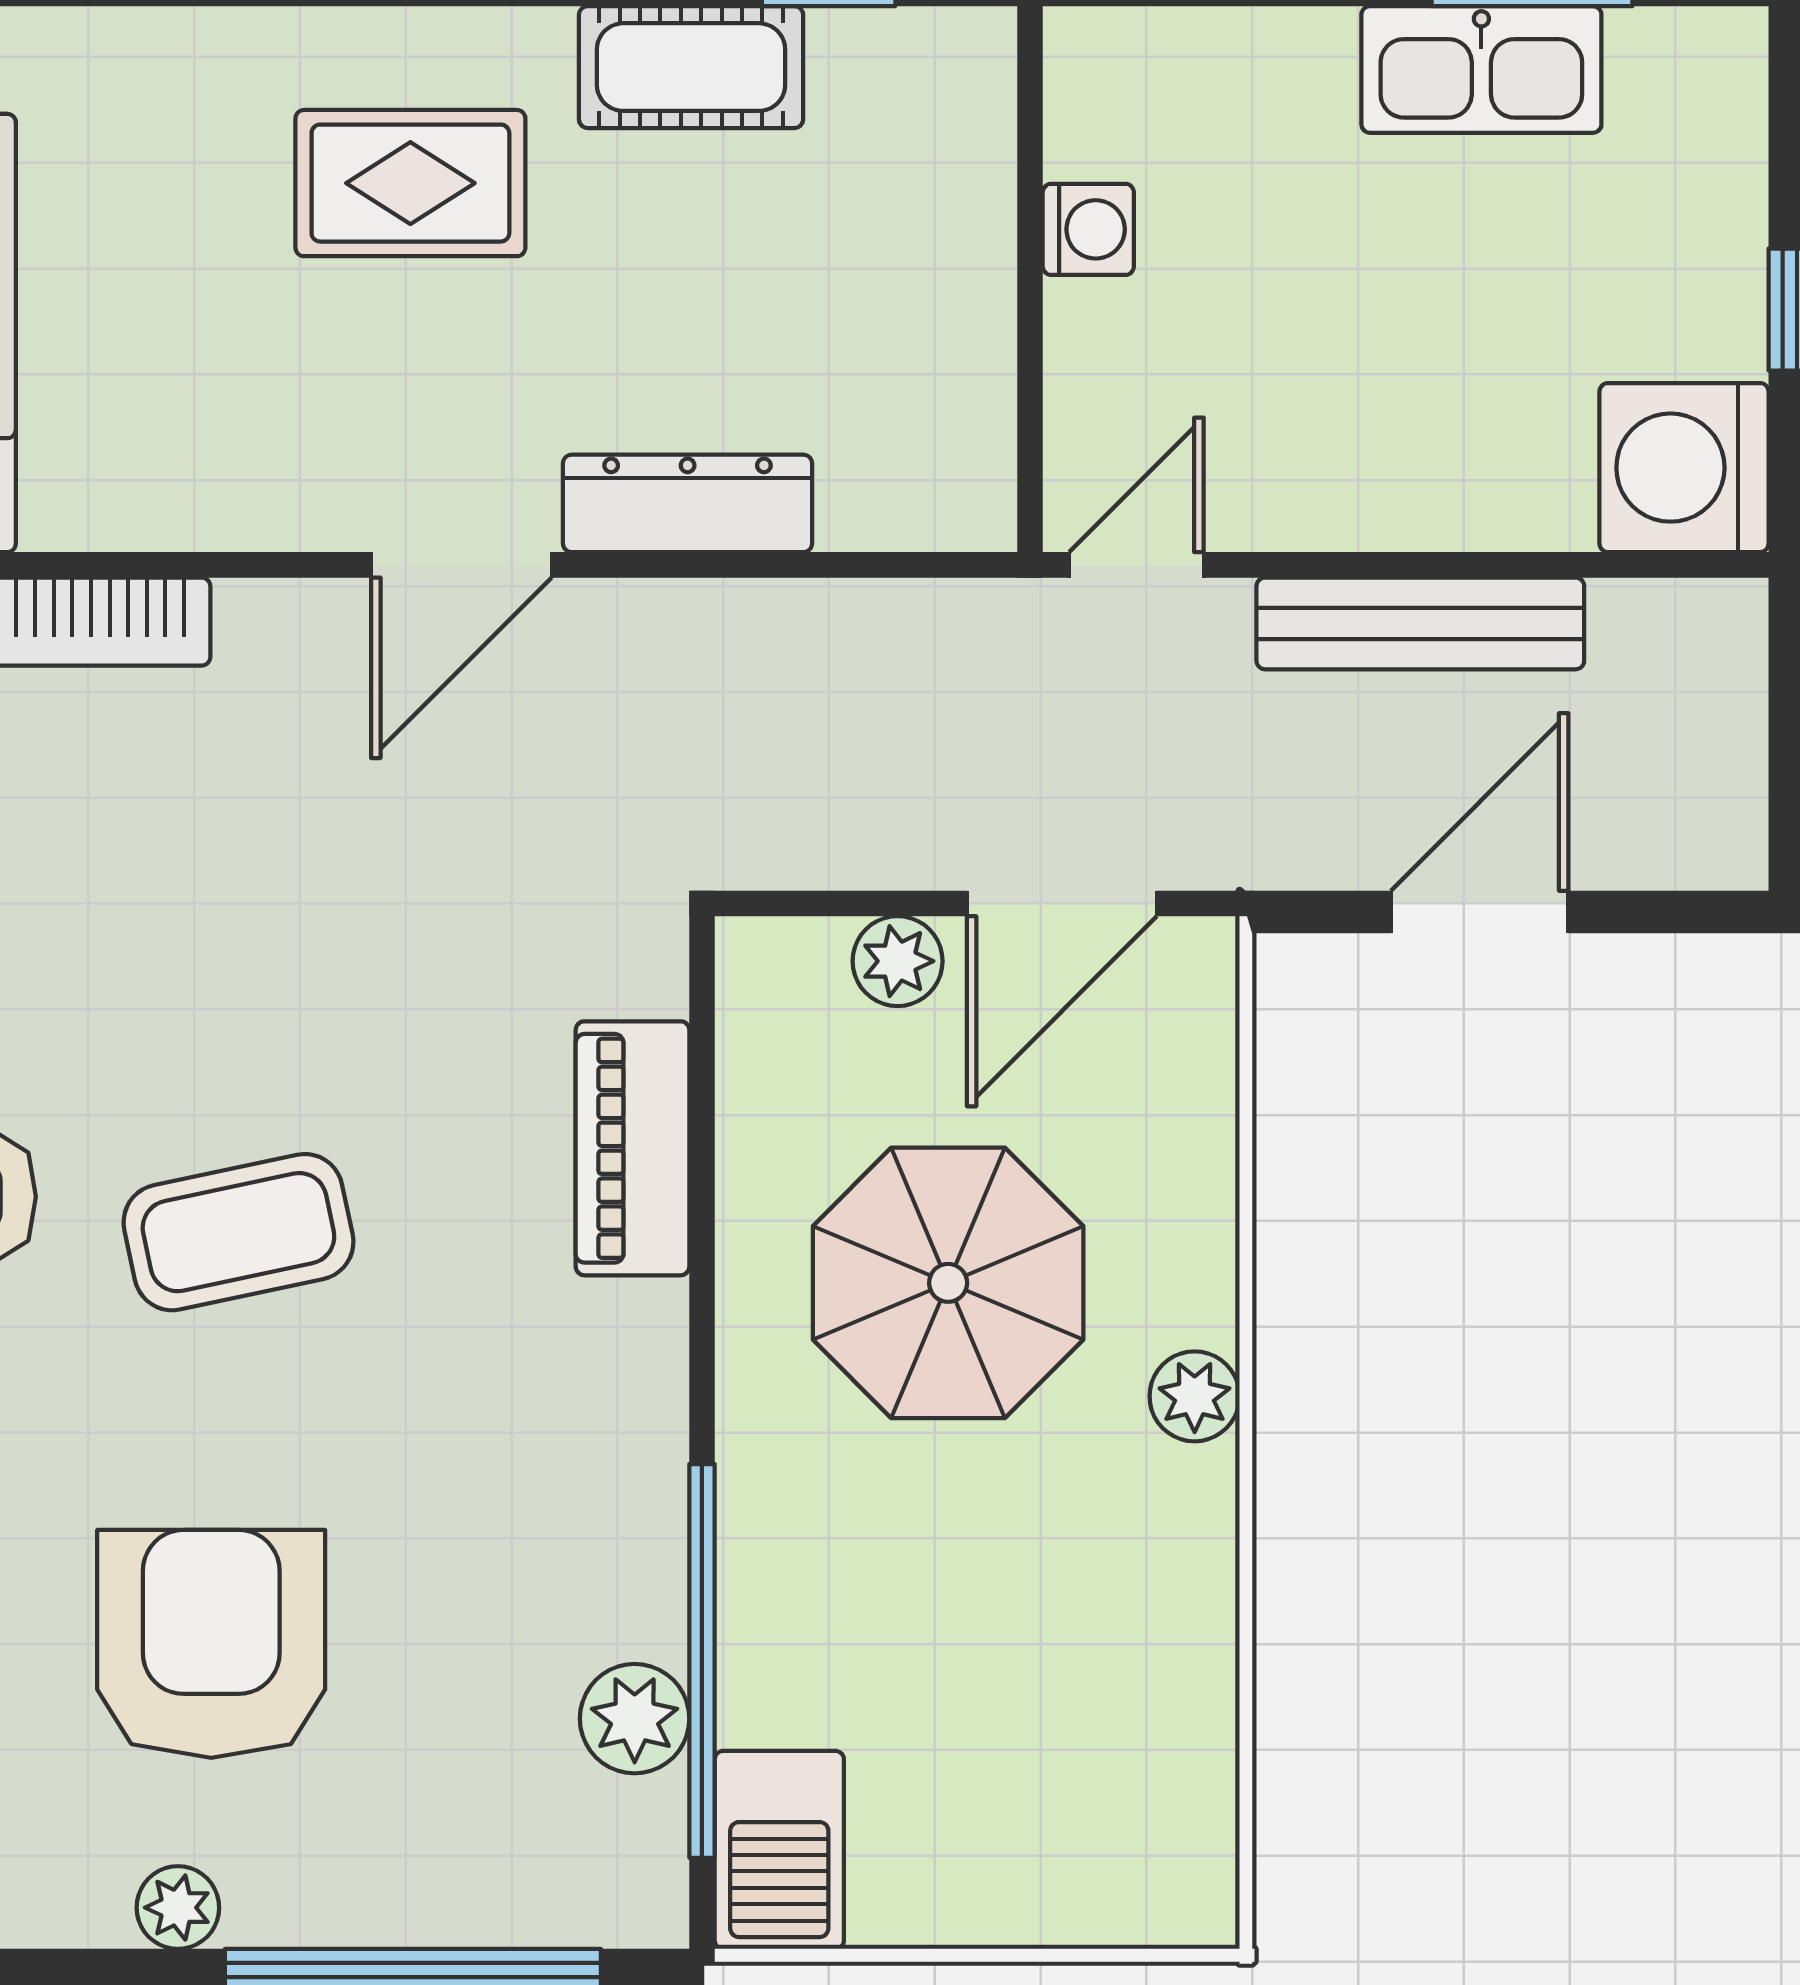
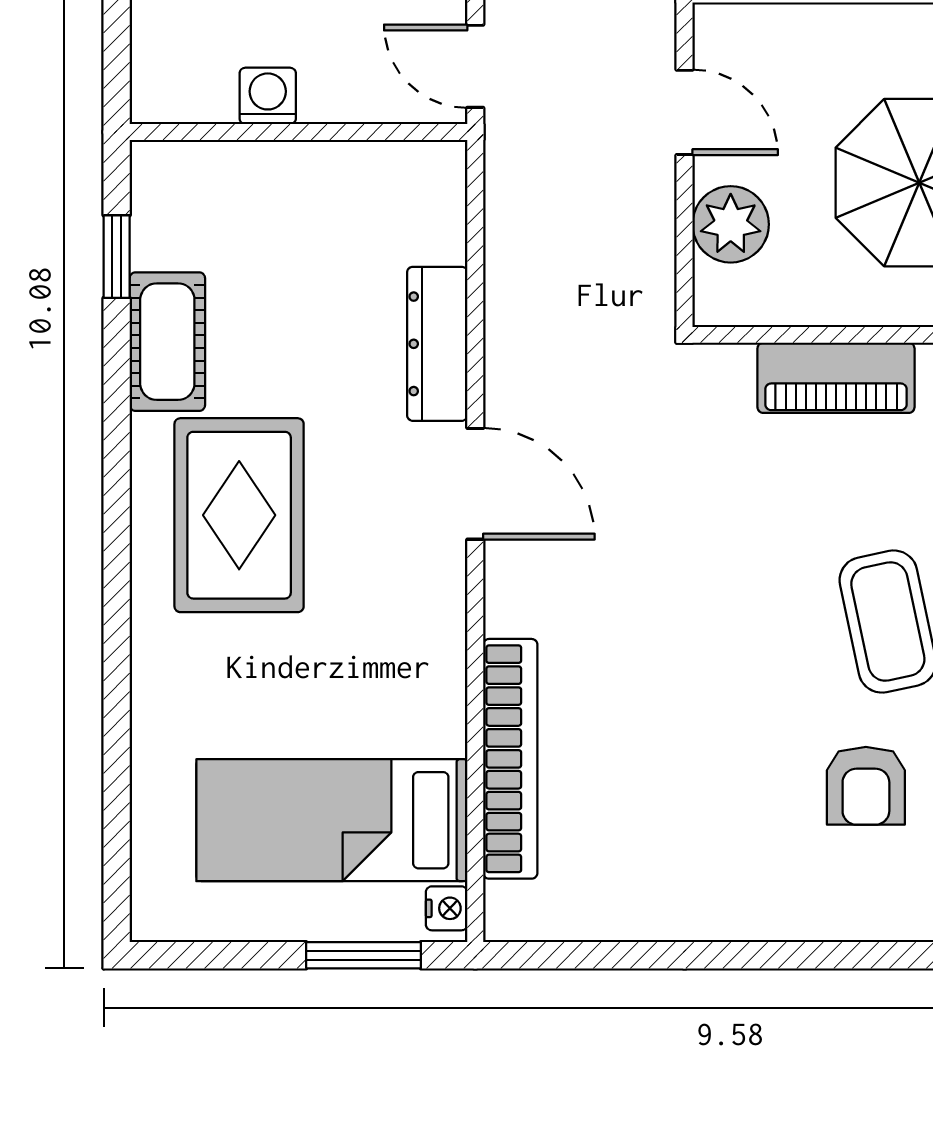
rug: (410, 183) -> (239, 515), width x1.36, depth x1.43
door: (1062, 903) -> (685, 112), width x0.73
plant: (898, 961) -> (731, 224), width x1.38, depth x1.38

